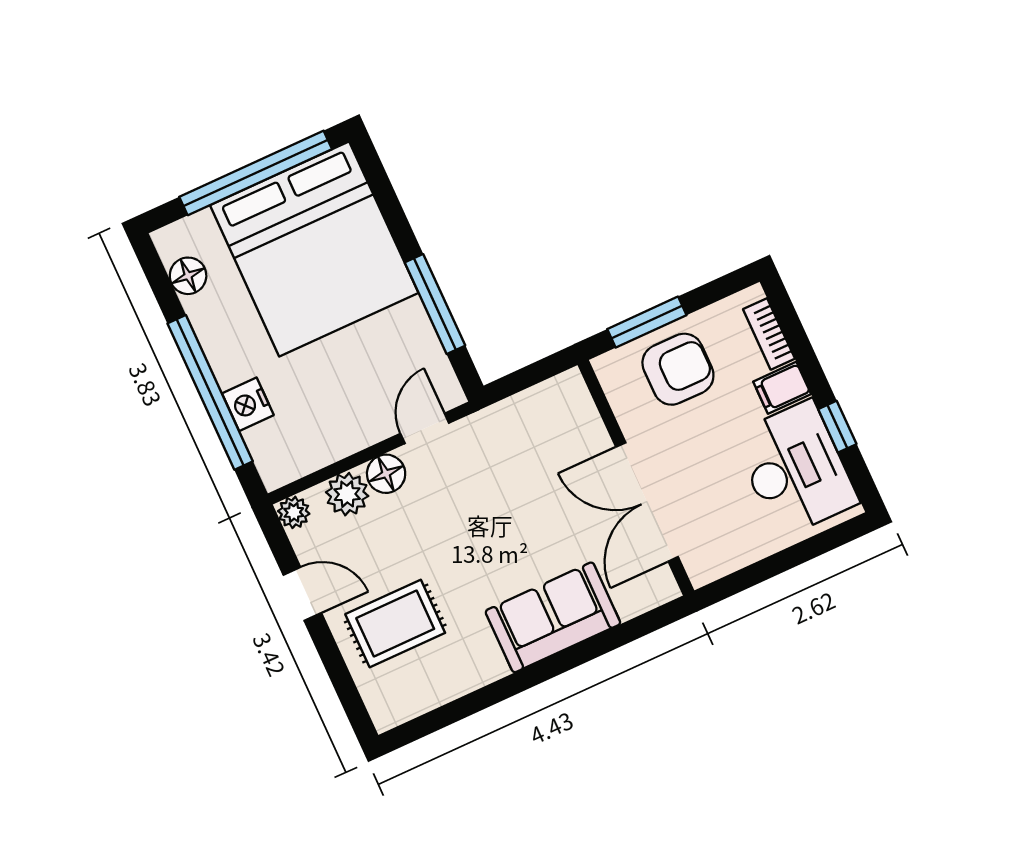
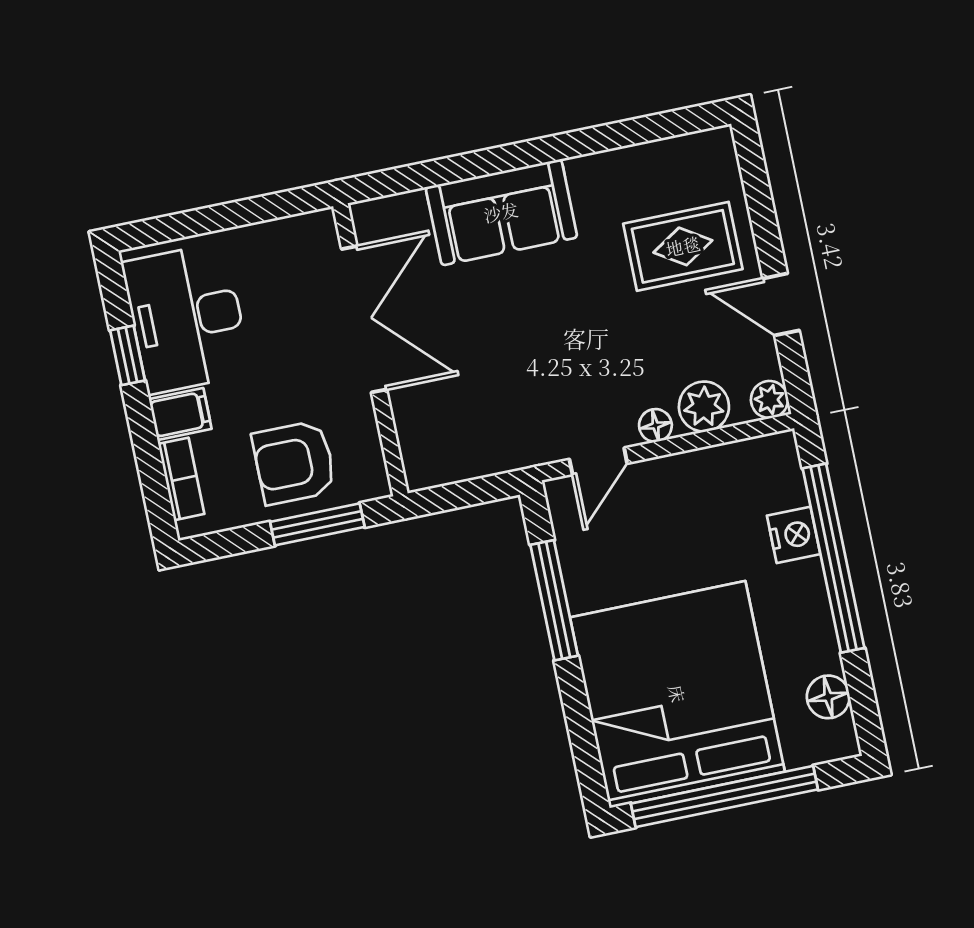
floor lamp: (386, 474) -> (655, 425), width x0.73, depth x0.73

